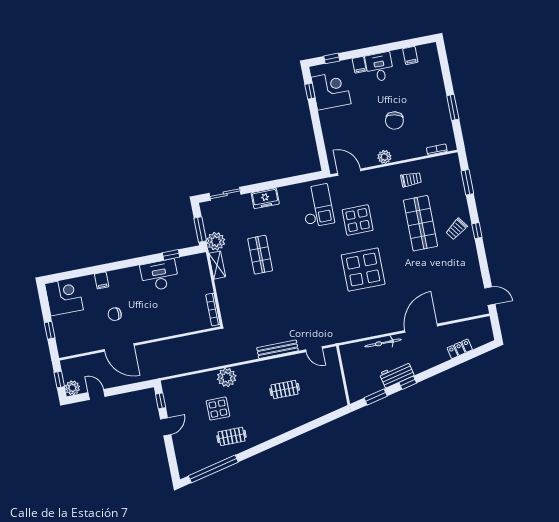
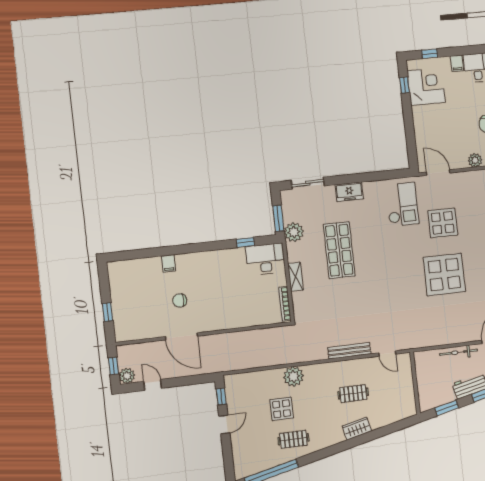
shop shelf: (260, 255) -> (339, 250), width x1.43, depth x1.36
shelving: (217, 265) -> (295, 277), moved
desk: (160, 275) -> (265, 259), moved
corner desk: (64, 297) -> (126, 277), removed
wardrobe: (291, 422) -> (357, 429), added

